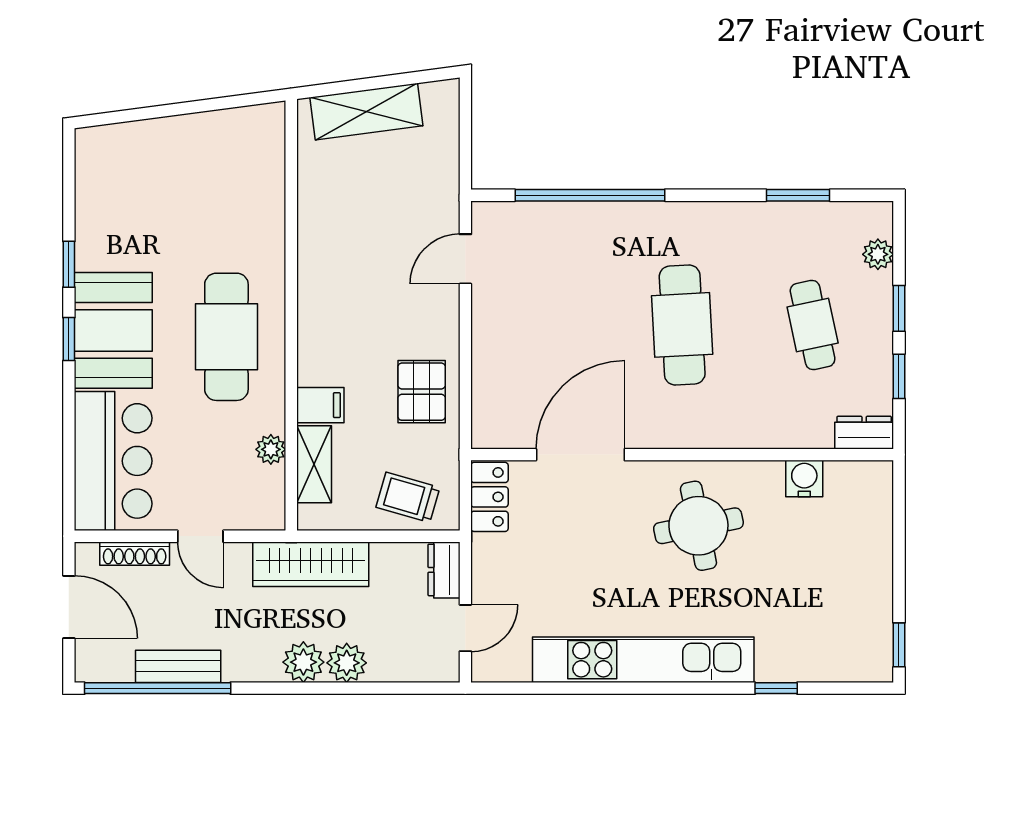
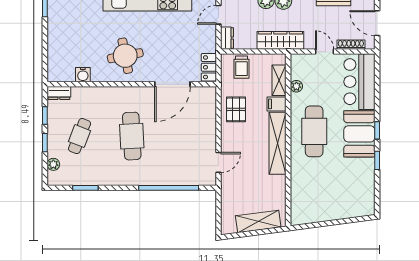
shelving: (318, 307) -> (277, 143), added
cafe table: (813, 325) -> (80, 136), turned 33
trolley: (408, 497) -> (242, 67), turned 74

